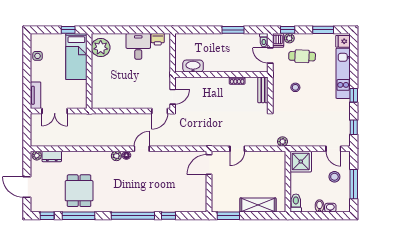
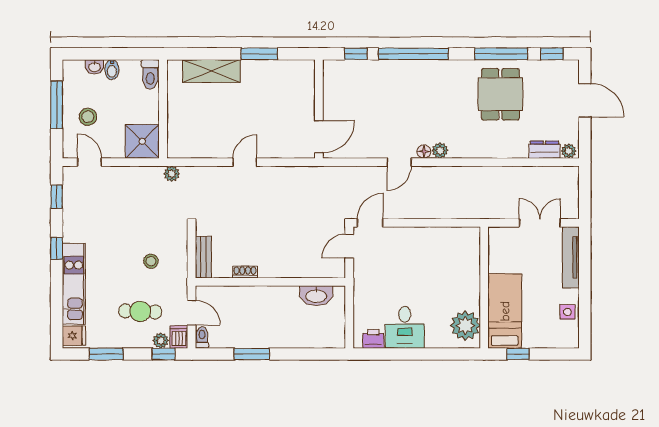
tv unit: (35, 95) -> (571, 257), width x1.41
door: (209, 165) -> (319, 137), moved
wall: (209, 182) -> (319, 109), moved

